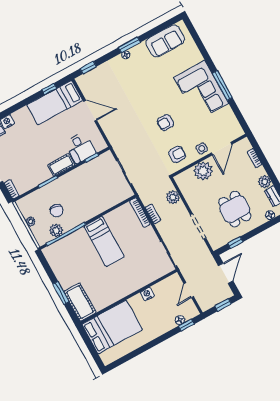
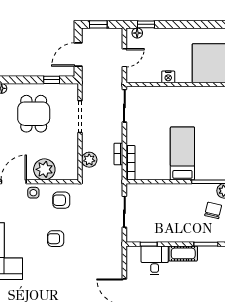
armchair: (165, 123) -> (56, 239), turned 180
floor lamp: (180, 320) -> (137, 33), moved

